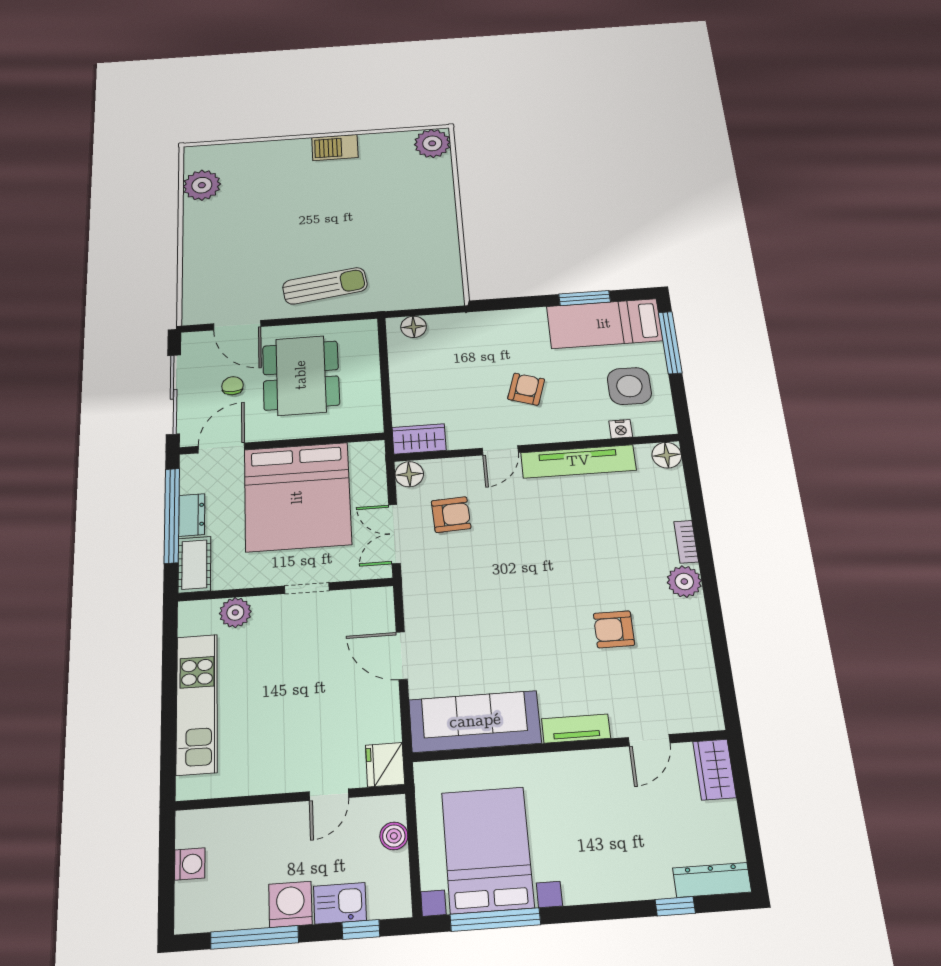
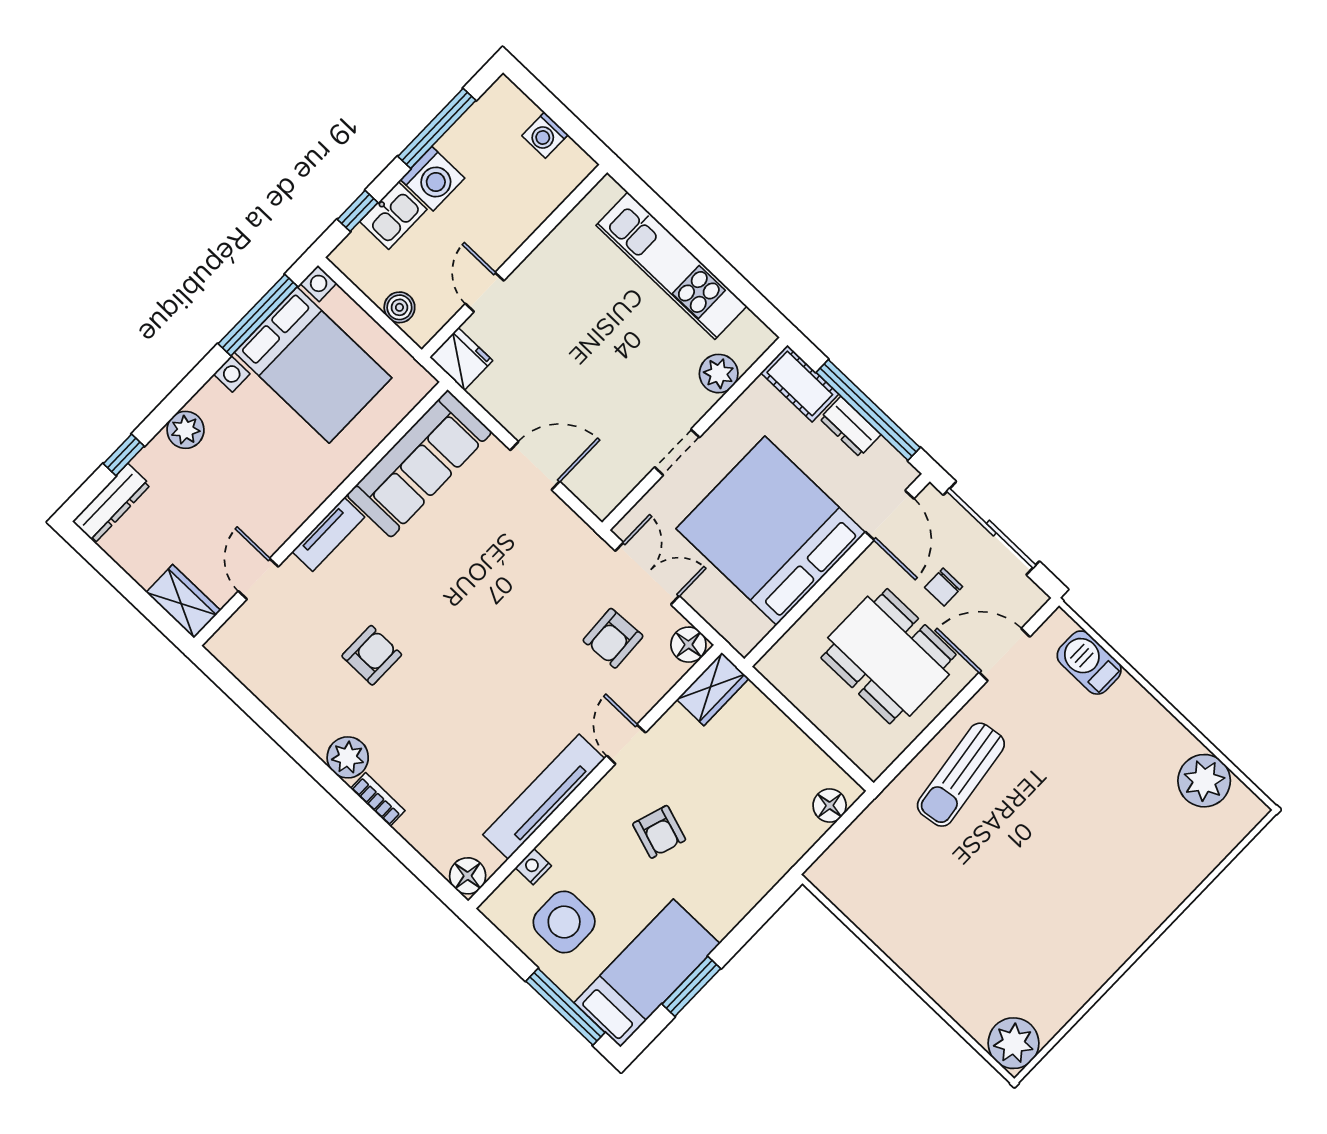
barbecue: (335, 148) -> (1089, 663), moved, turned -90
chair: (233, 386) -> (944, 587), turned 90
plant: (616, 885) -> (185, 430), added

